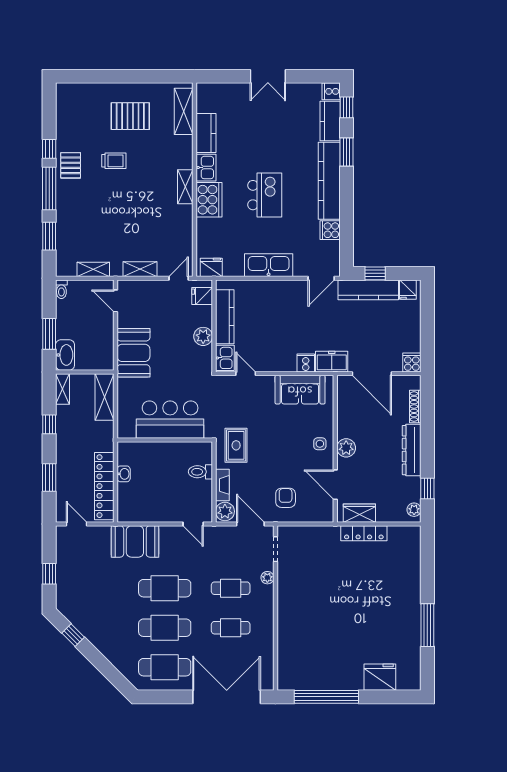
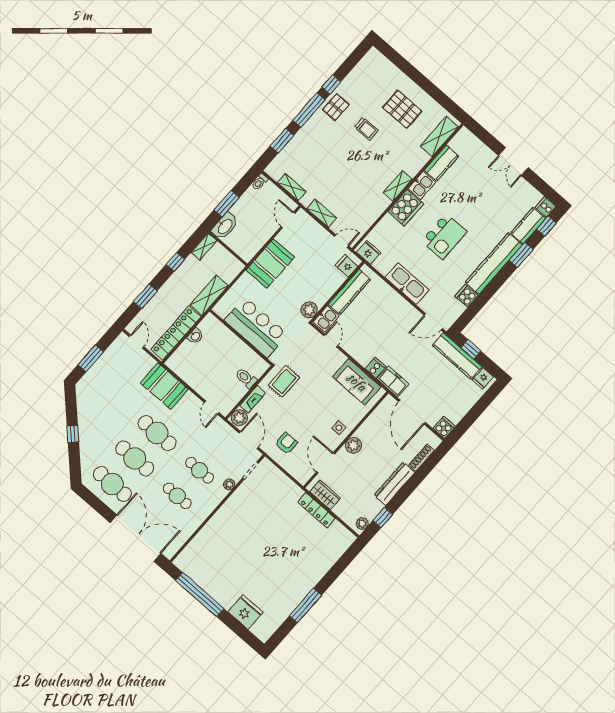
plant: (203, 336) -> (309, 310), moved
shelving: (104, 397) -> (209, 295), moved
window: (49, 574) -> (91, 358), width x1.50
window: (73, 635) -> (73, 434), moved

